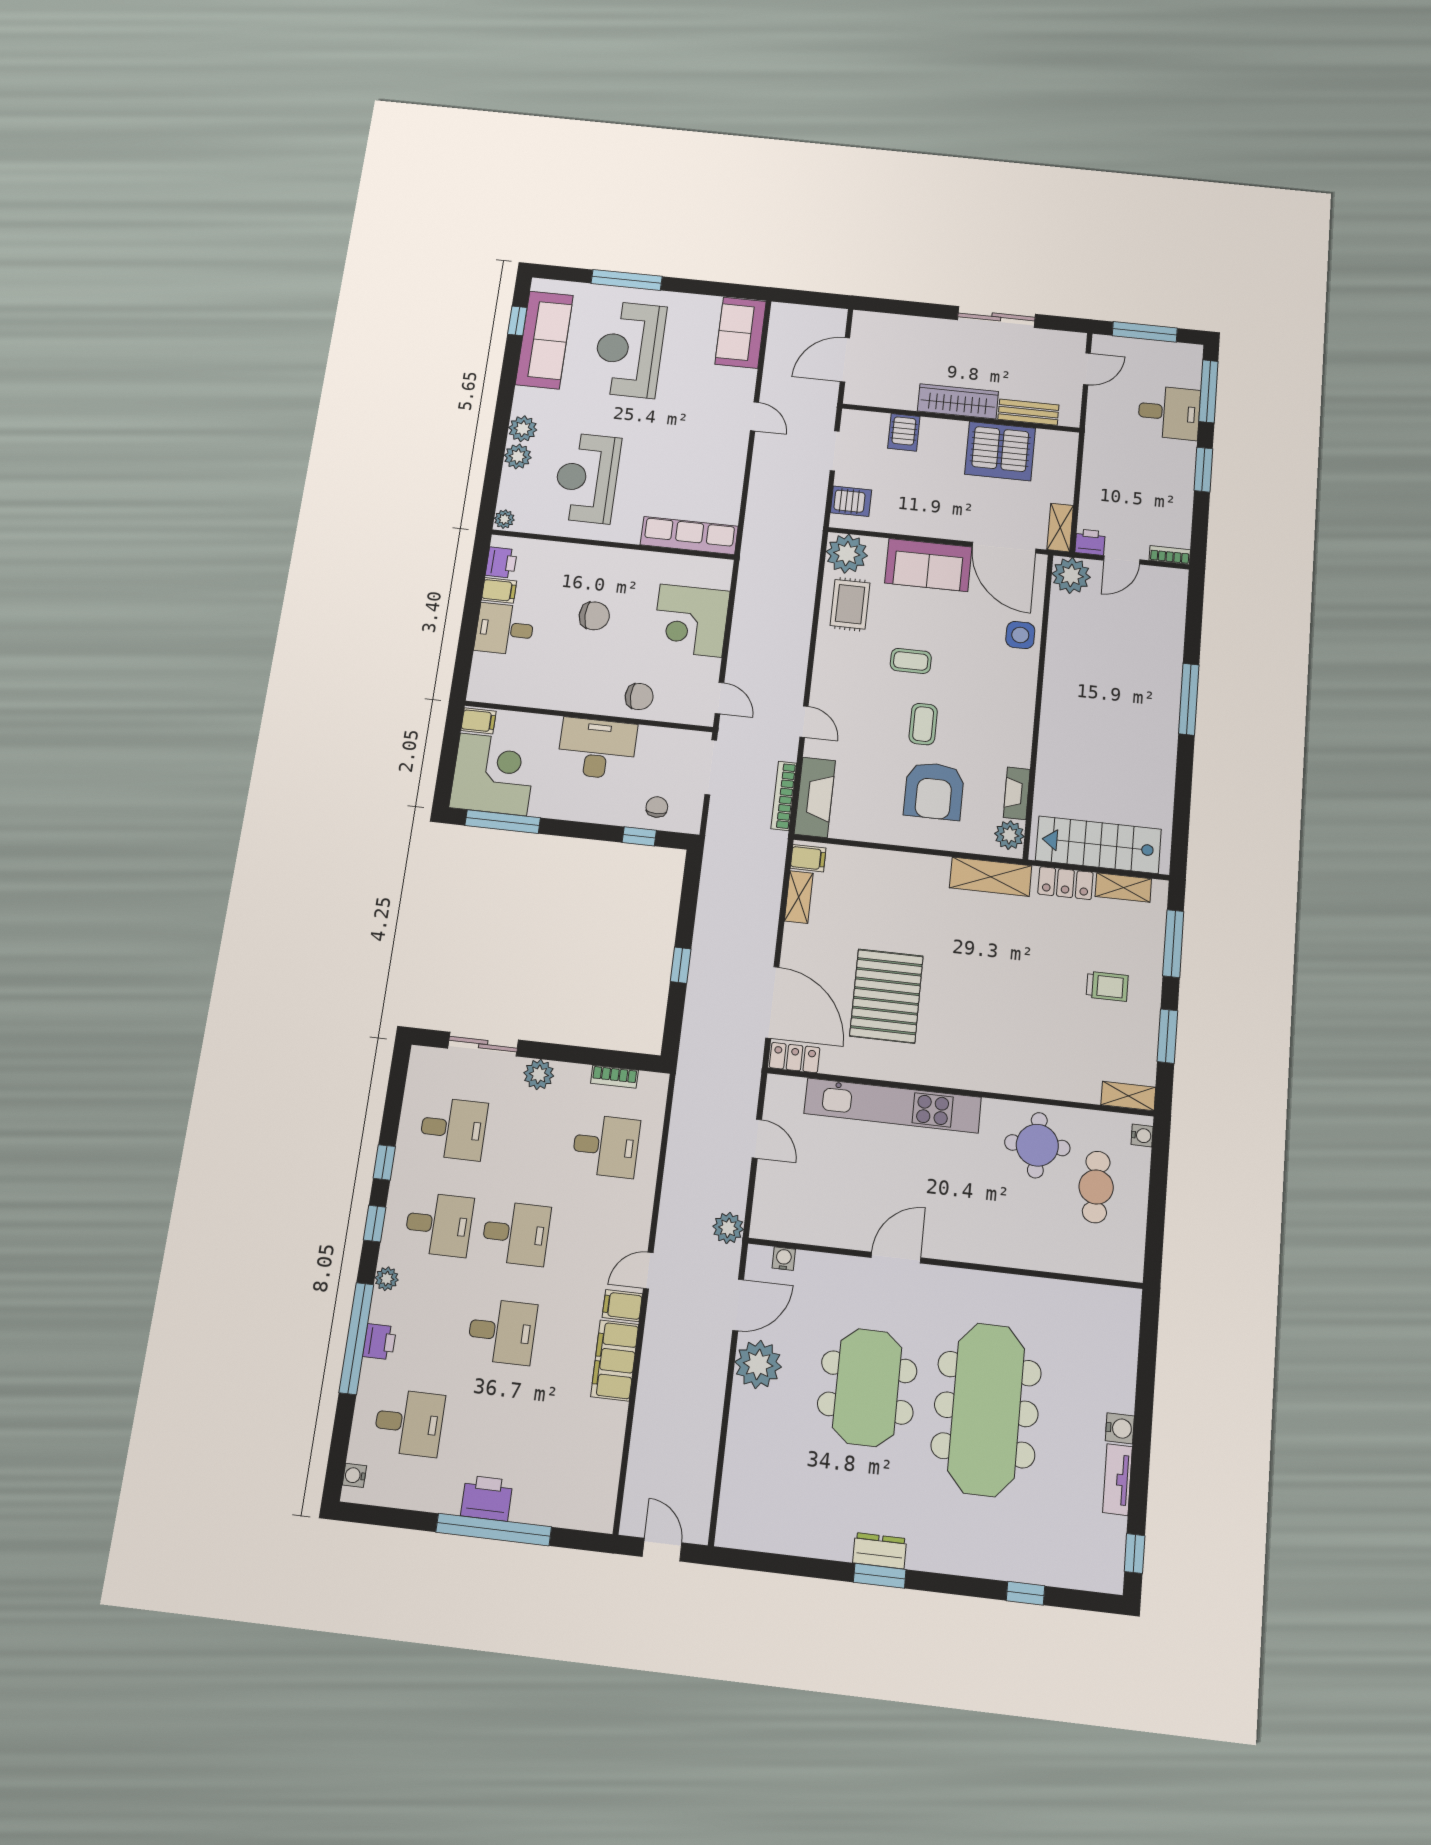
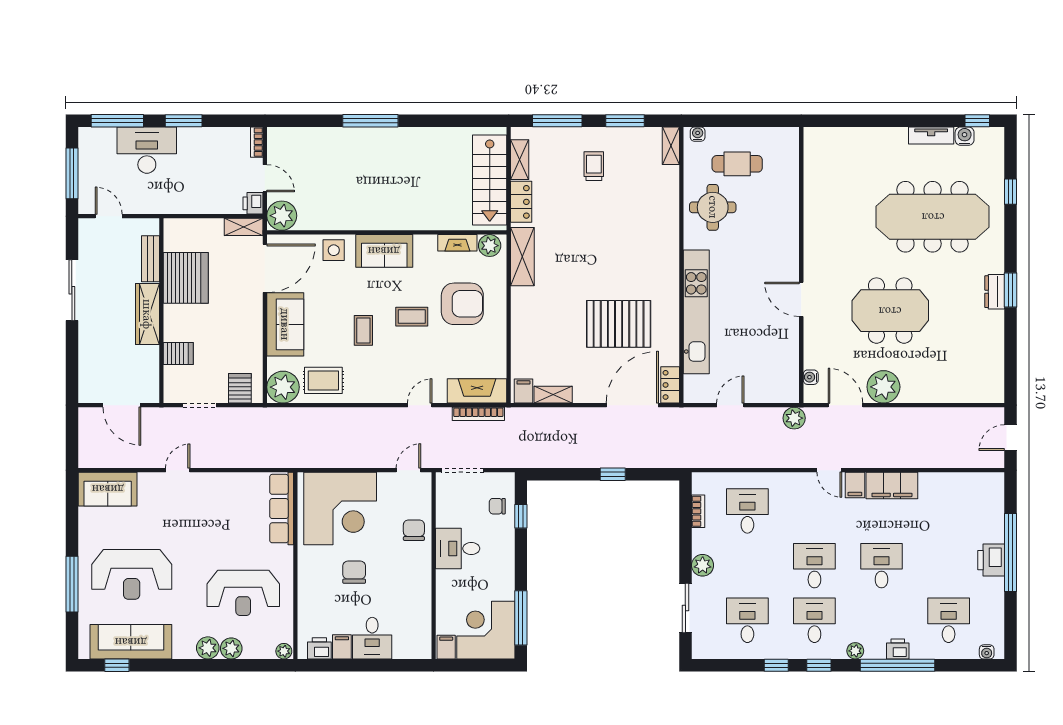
desk: (1169, 413) -> (147, 150), width x1.37
corner desk: (691, 621) -> (340, 509), width x1.36, depth x1.36
sofa: (1014, 698) -> (384, 251), added
desk: (597, 748) -> (458, 549), width x0.73
meeting table: (986, 1409) -> (933, 217), moved
water cooler: (1120, 1428) -> (965, 136), moved

